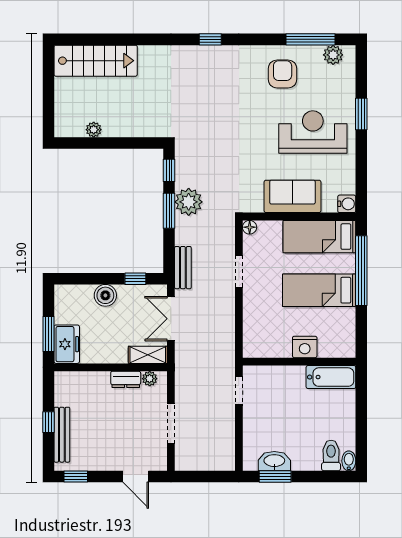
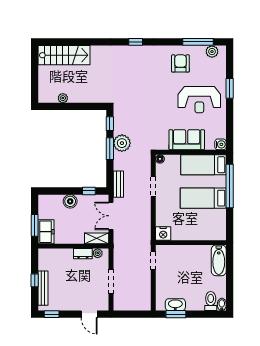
reception desk: (313, 132) -> (199, 100), turned 180
nightstand: (305, 347) -> (163, 233), moved
bathtub: (331, 377) -> (219, 260), moved, turned 90

